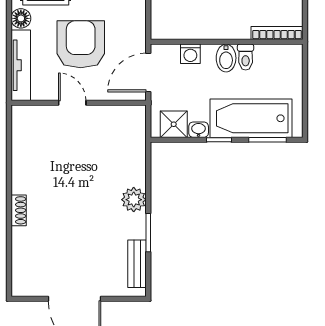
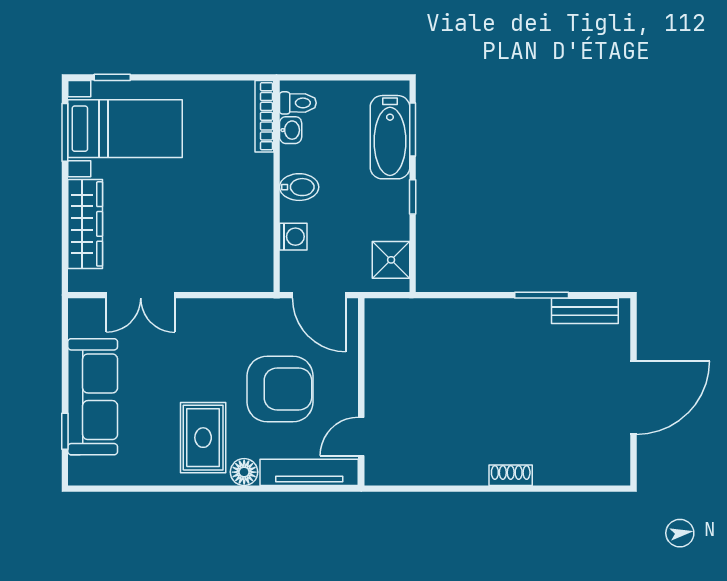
armchair: (81, 44) -> (280, 389), turned 180
toilet: (246, 57) -> (298, 103), moved
door: (72, 103) -> (361, 436), moved
bathtub: (251, 118) -> (390, 137), width x0.73, depth x0.73
washbasin: (199, 130) -> (291, 130), moved, turned 180
plant: (134, 200) -> (496, 315), removed

